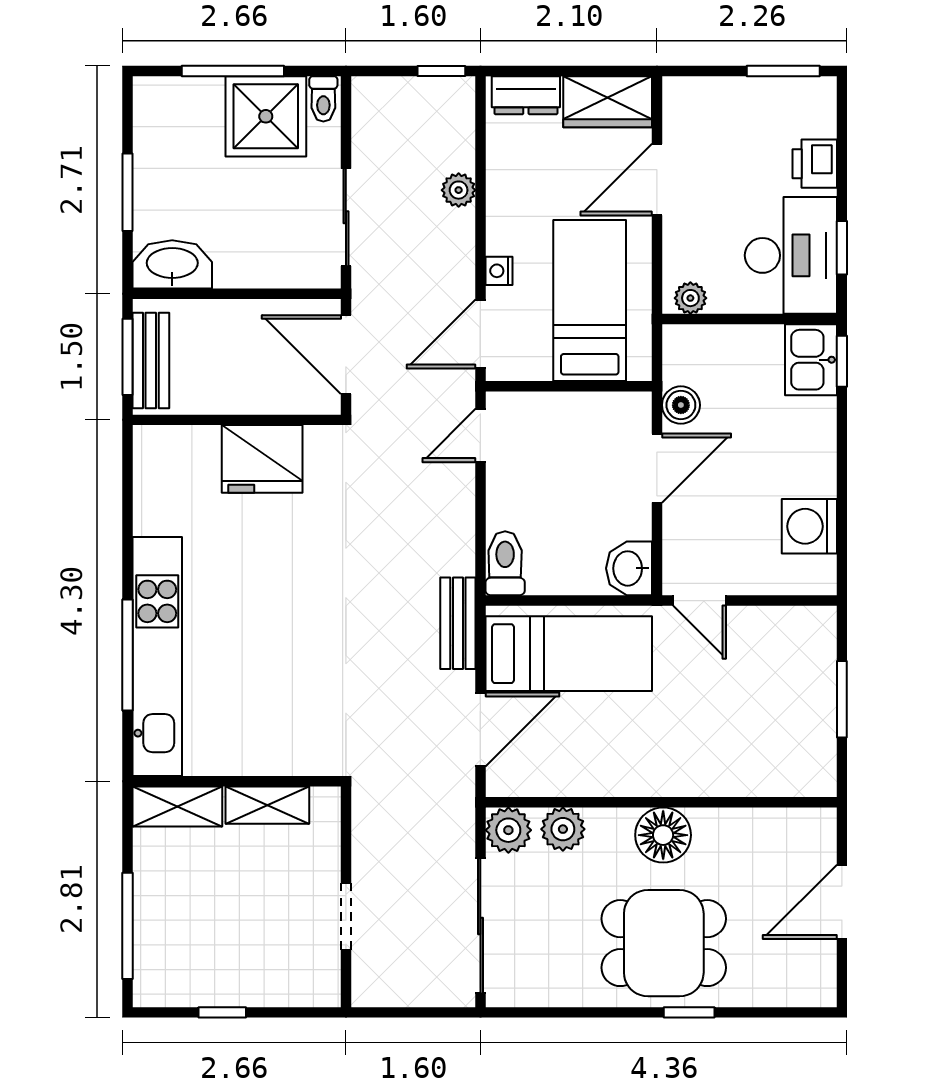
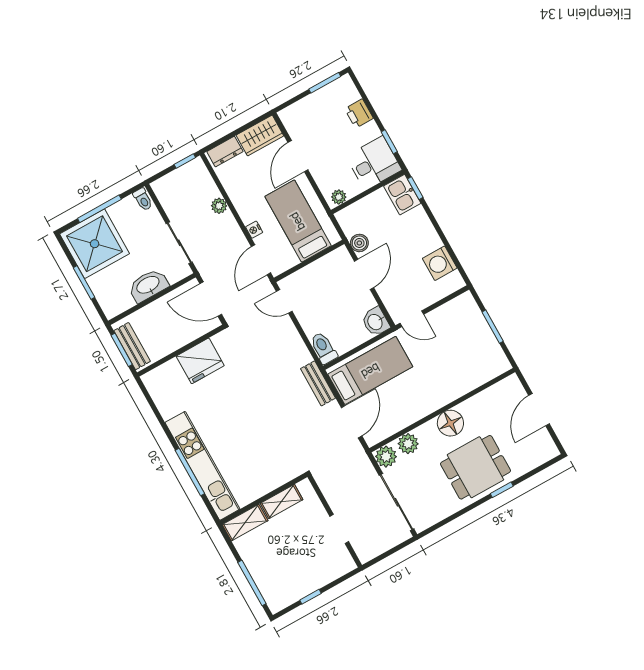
shower: (266, 116) -> (95, 244), moved, width x1.37, depth x1.37
desk: (791, 255) -> (374, 163), width x0.73
washbasin: (172, 264) -> (148, 285), moved
door: (480, 435) -> (284, 301), hinge flipped

